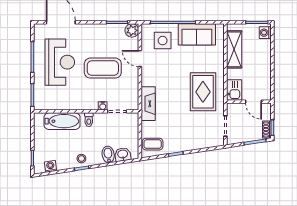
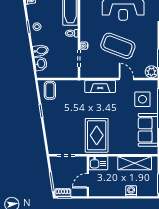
washing machine: (265, 33) -> (131, 191), moved
door: (140, 59) -> (126, 79), hinge flipped
coffee table: (103, 68) -> (118, 46), turned -69
rug: (203, 92) -> (97, 135), turned 90
fireplace: (148, 104) -> (100, 86), moved

